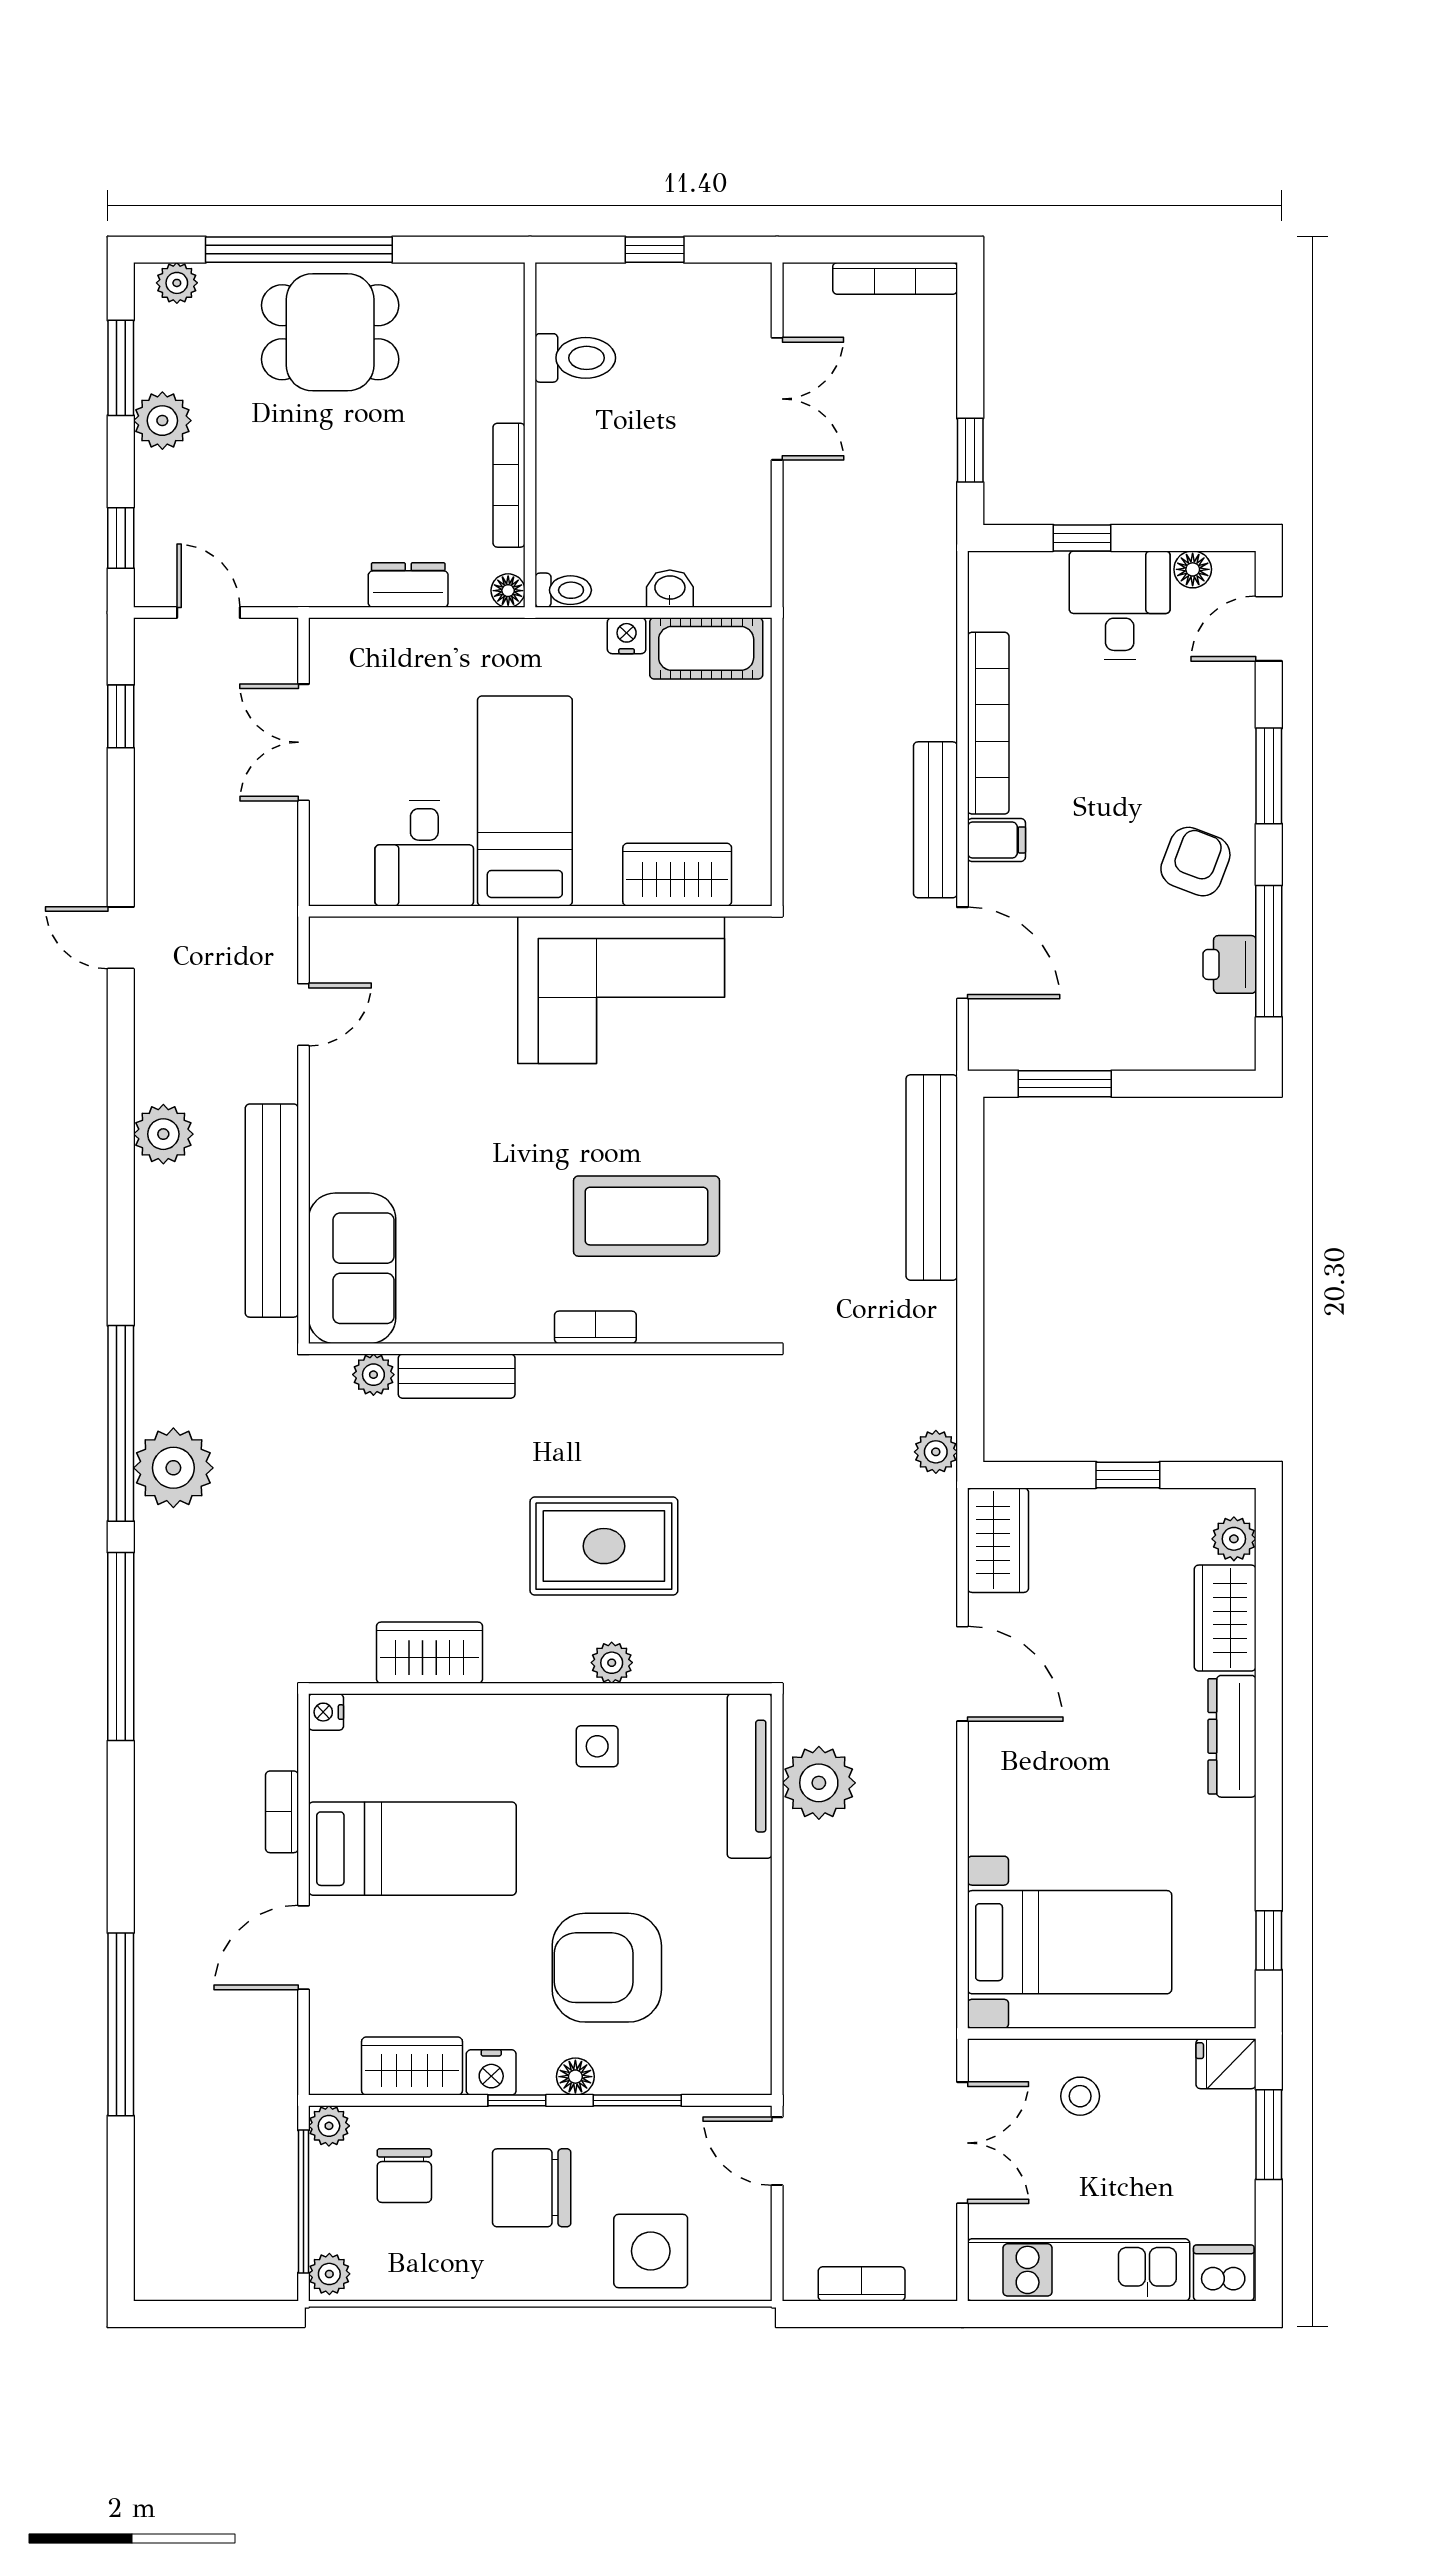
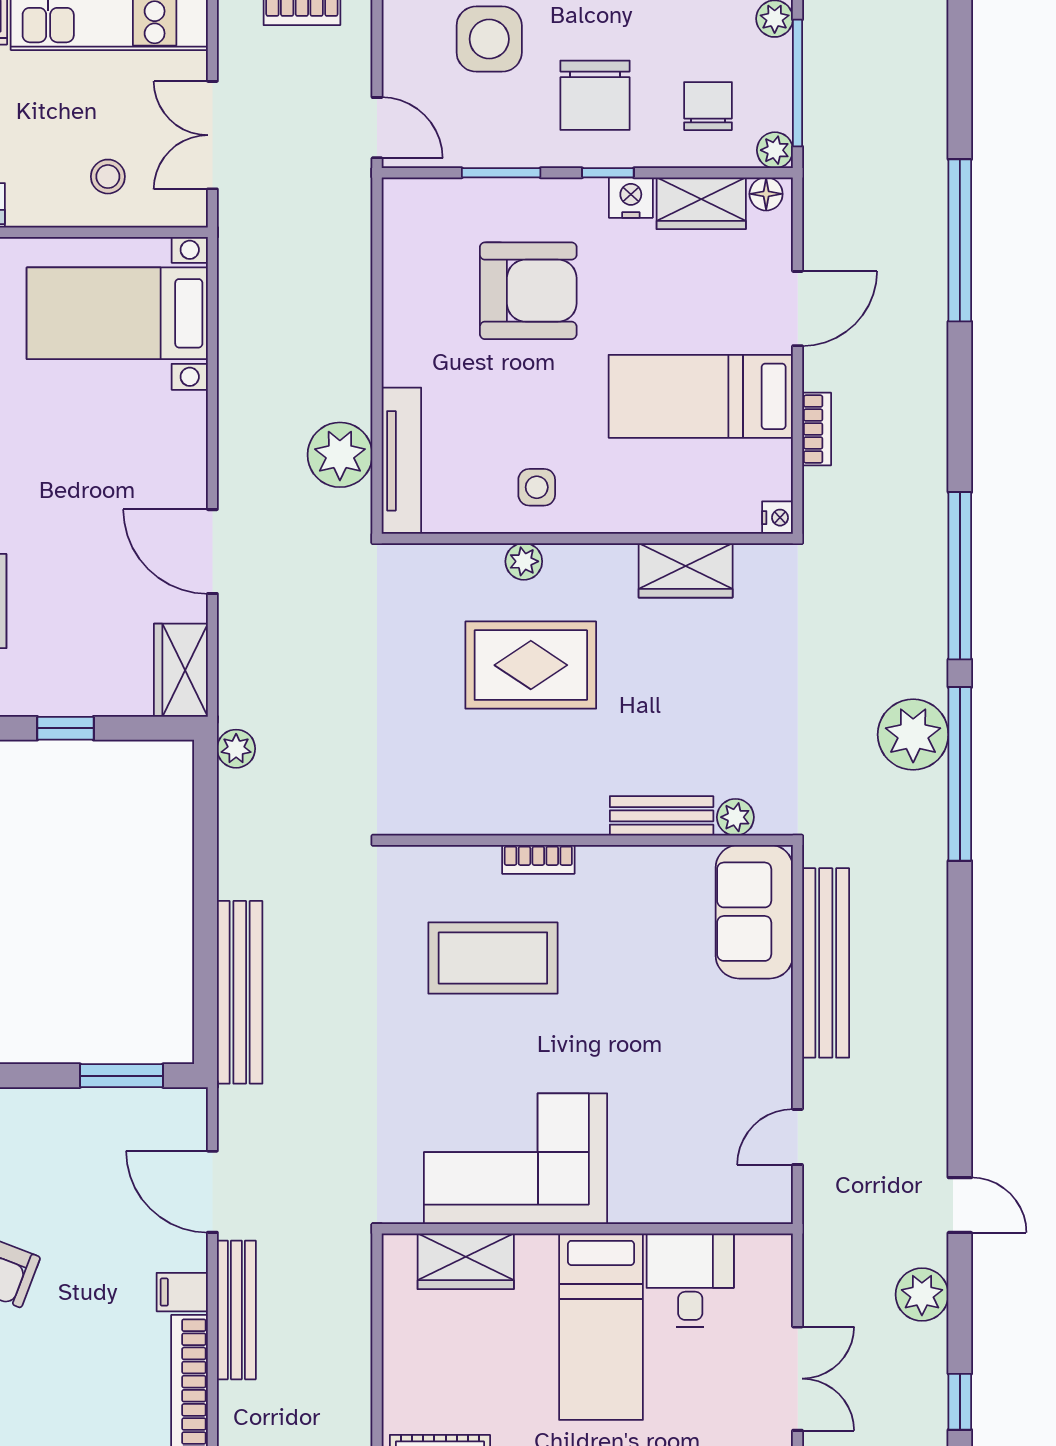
plant: (163, 1134) -> (922, 1295), moved
floor lamp: (575, 2077) -> (766, 194), moved
chair: (532, 2188) -> (595, 95), turned 90

